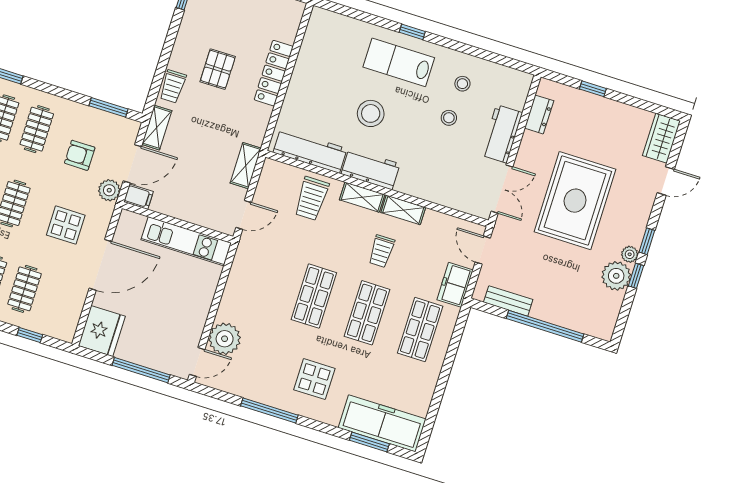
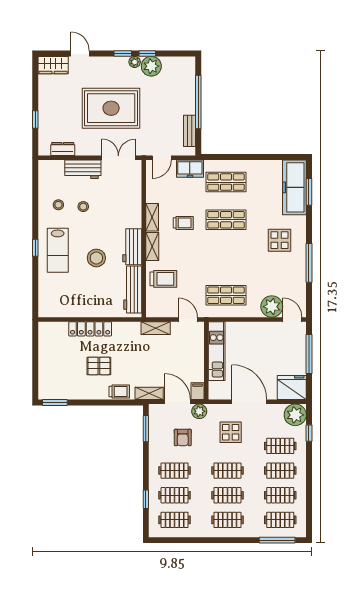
shop shelf: (314, 296) -> (226, 295), moved
plant: (62, 324) -> (295, 415), added

